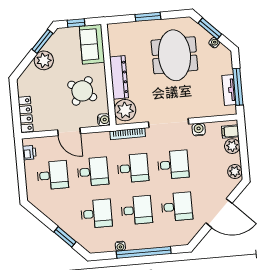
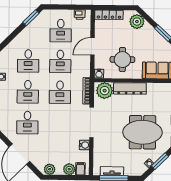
plant: (44, 60) -> (137, 22), moved
round table: (82, 91) -> (122, 60), turned -35
desk: (173, 165) -> (60, 123), removed
window: (65, 237) -> (31, 18), moved

